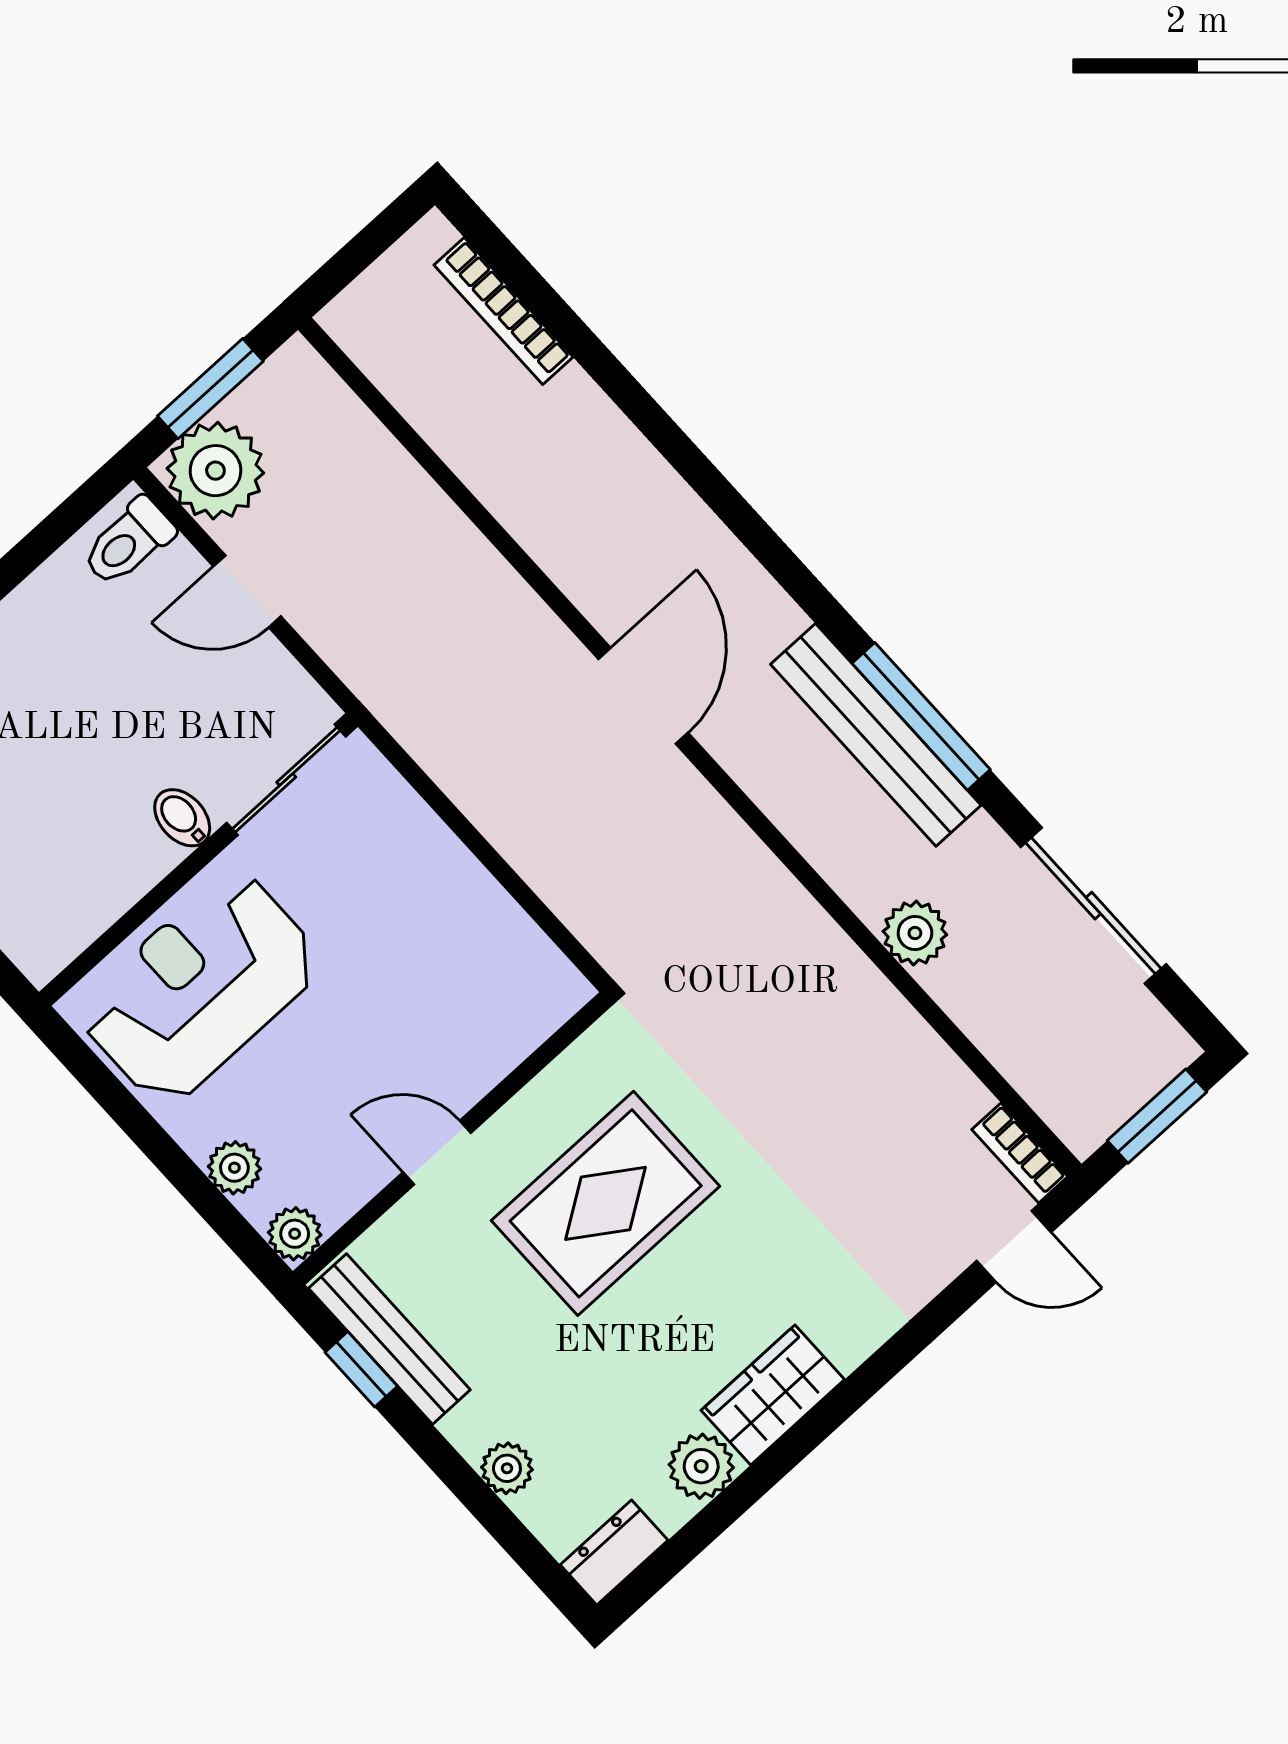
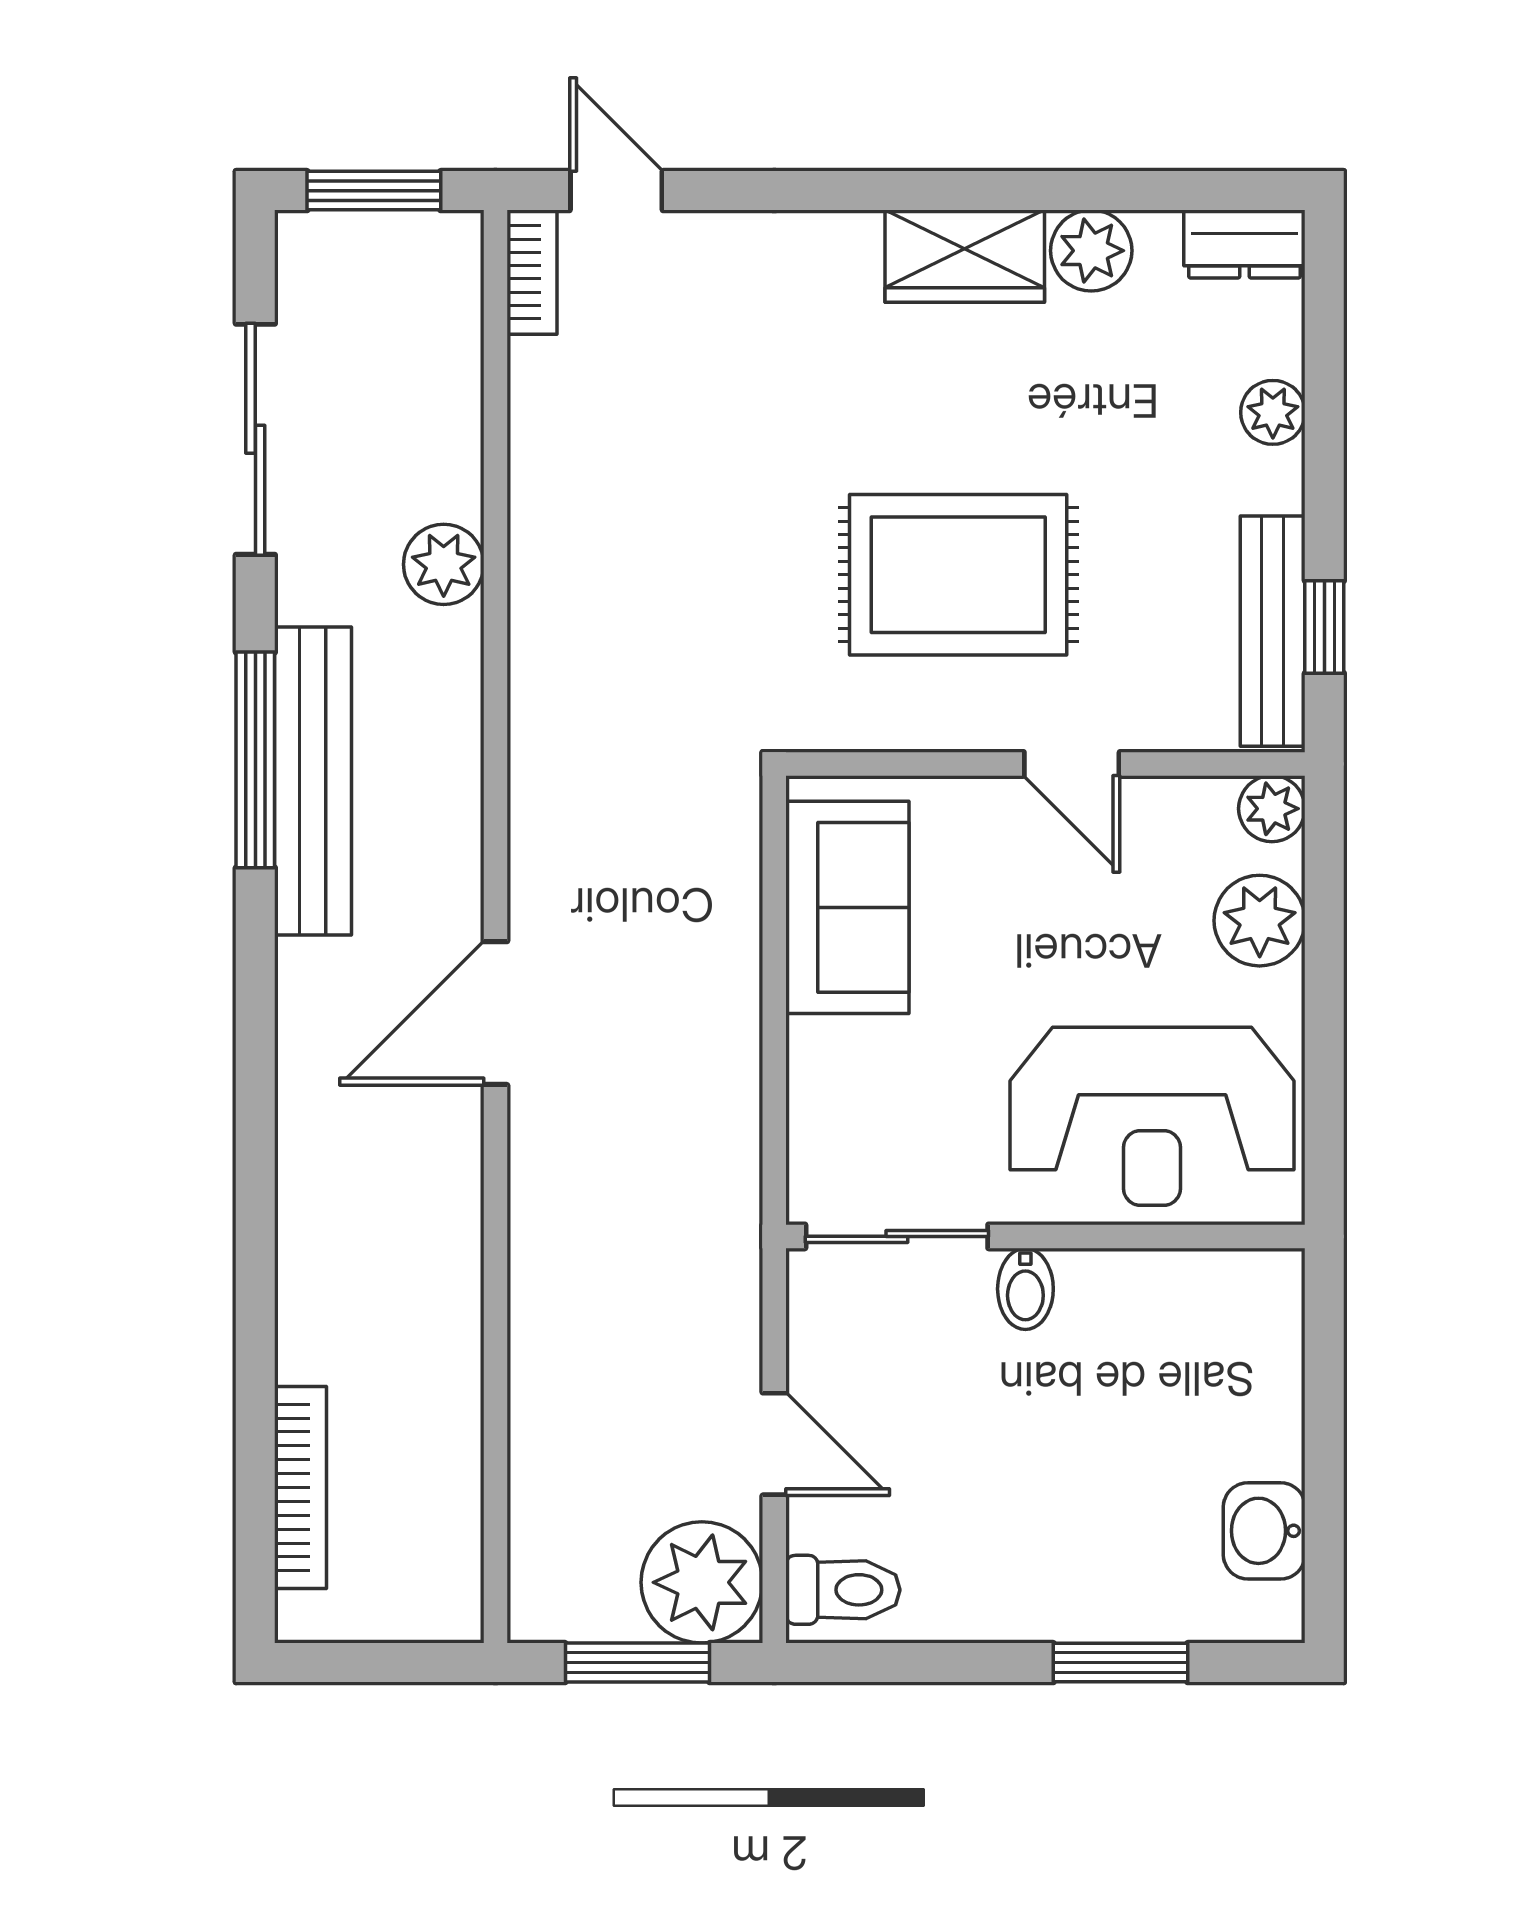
sofa: (492, 947) -> (847, 907), added
plant: (234, 1168) -> (1260, 921), width x1.38, depth x1.38

